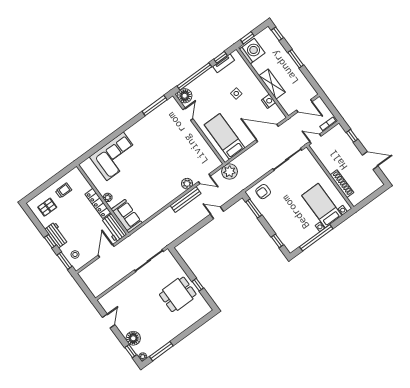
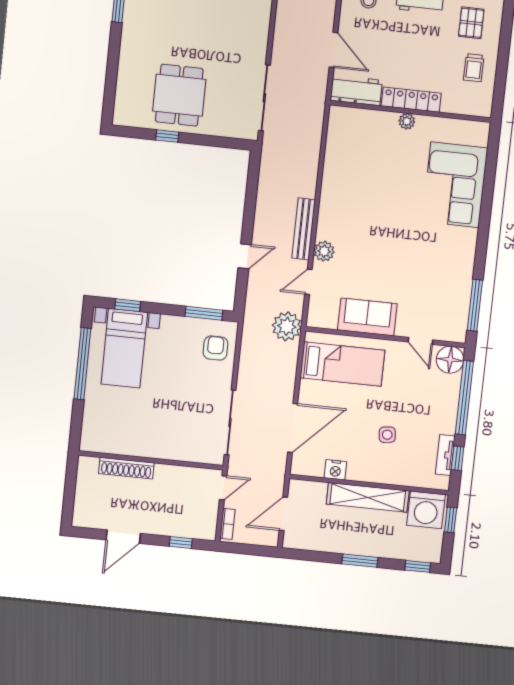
shelving: (272, 84) -> (368, 497), width x1.47
bed with nightstands: (322, 205) -> (124, 348), moved, turned 90
sofa: (127, 216) -> (367, 317), moved, turned 180

